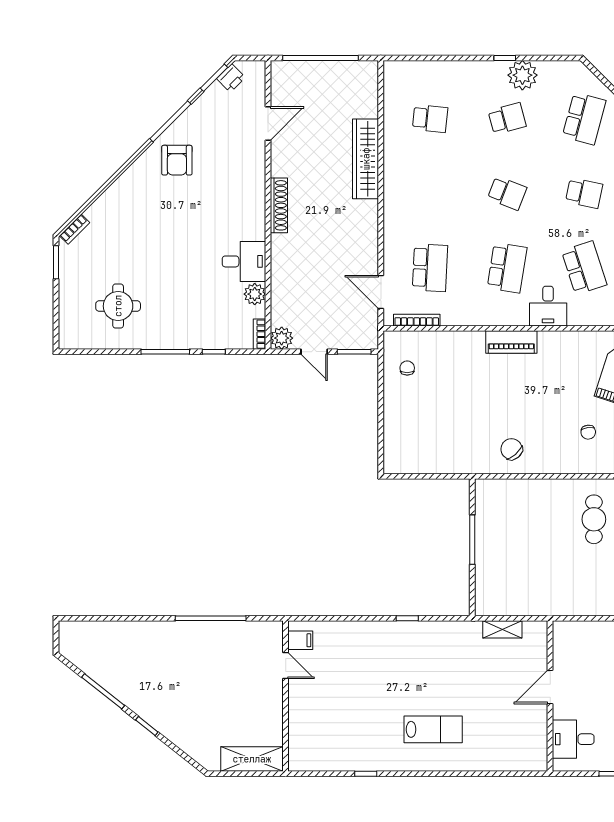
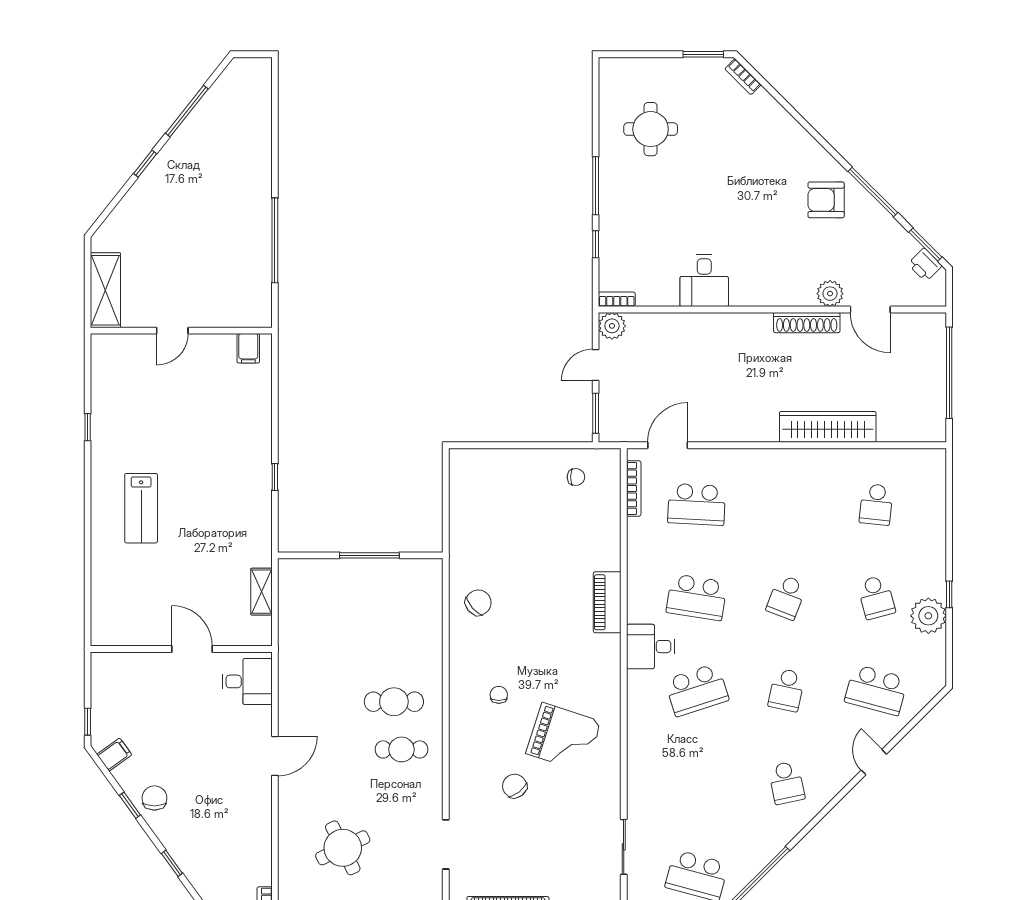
shoe rack: (279, 205) -> (807, 323), moved
plant: (255, 294) -> (830, 294), moved
chair: (588, 432) -> (499, 695), turned 97
door: (286, 666) -> (172, 331), moved
desk: (573, 739) -> (247, 681), moved, turned 90

